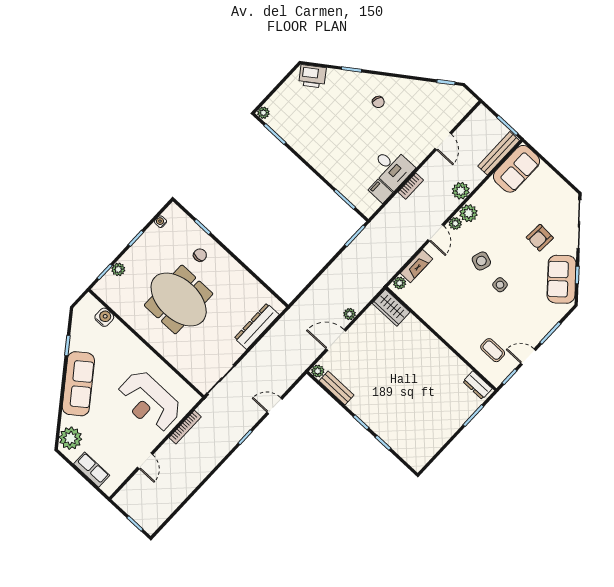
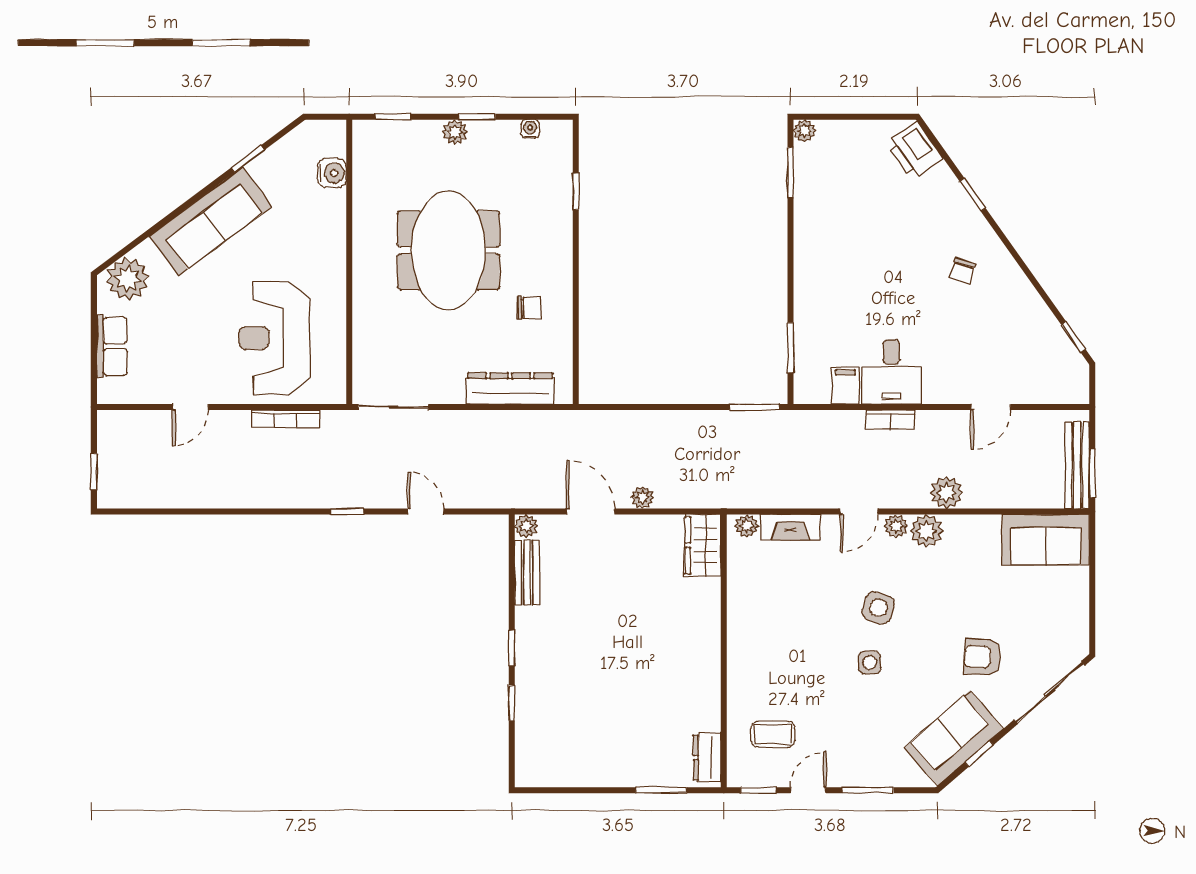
bench: (499, 153) -> (1077, 465), moved, turned 90
chair: (200, 255) -> (529, 308), moved
plant: (118, 269) -> (455, 132), moved
coffee table: (493, 350) -> (773, 734), turned 90
door: (528, 357) -> (808, 790), hinge flipped

